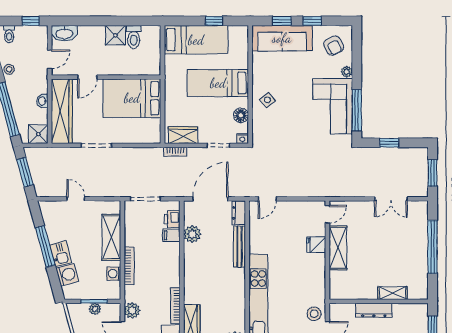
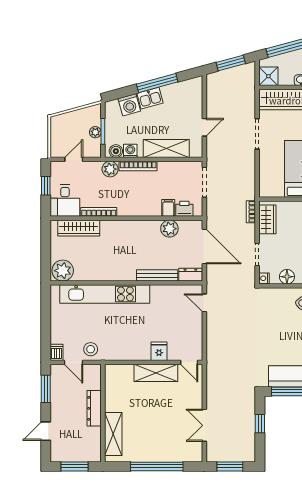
door: (76, 199) -> (204, 127), moved
boiler: (114, 288) -> (116, 151), added
shelving: (393, 293) -> (113, 434), width x1.50, depth x1.33
plant: (132, 310) -> (110, 169), moved

